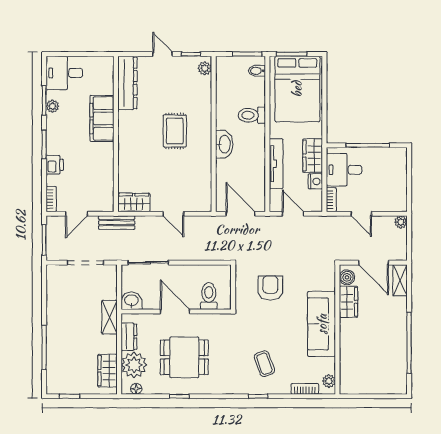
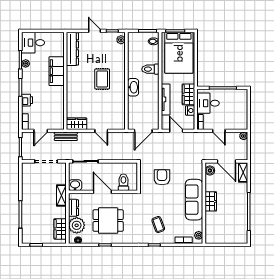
door: (241, 214) -> (143, 131), swing flipped
wardrobe: (348, 302) -> (211, 201), moved

